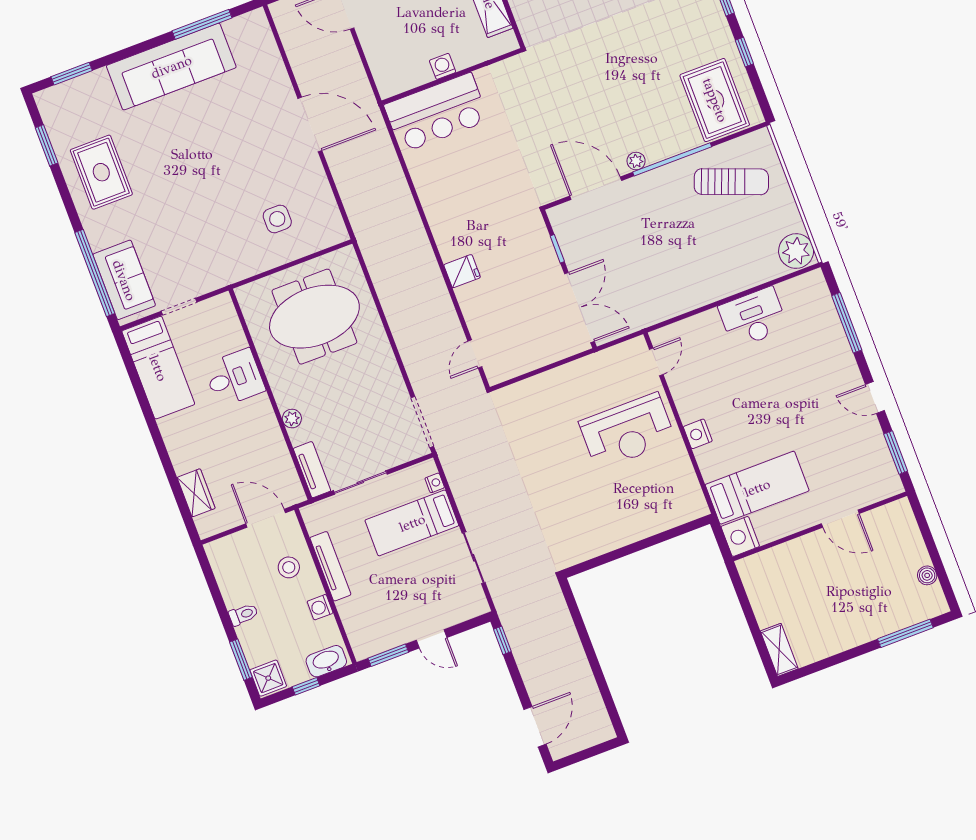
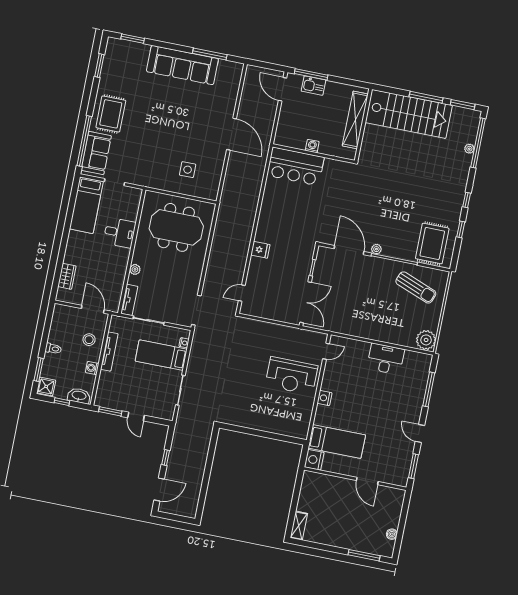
rug: (101, 172) -> (111, 114), moved
window: (502, 640) -> (166, 457), moved

